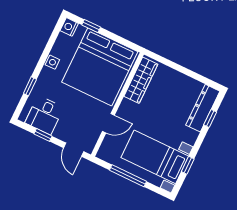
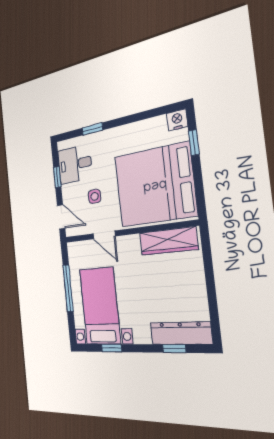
side table: (52, 62) -> (95, 196), moved
door: (74, 150) -> (61, 217), swing flipped

